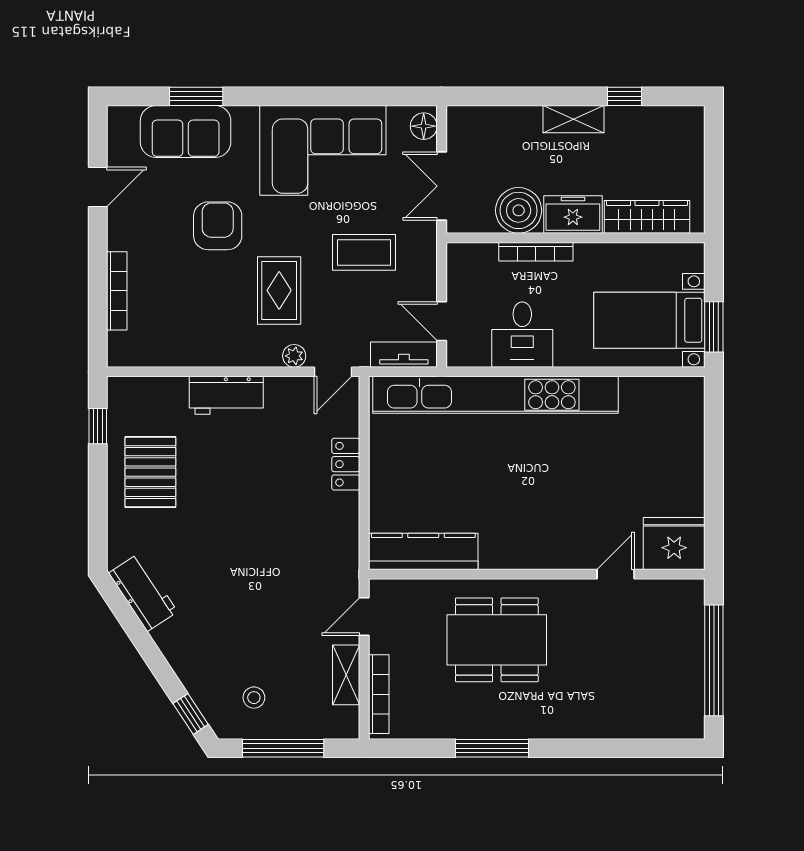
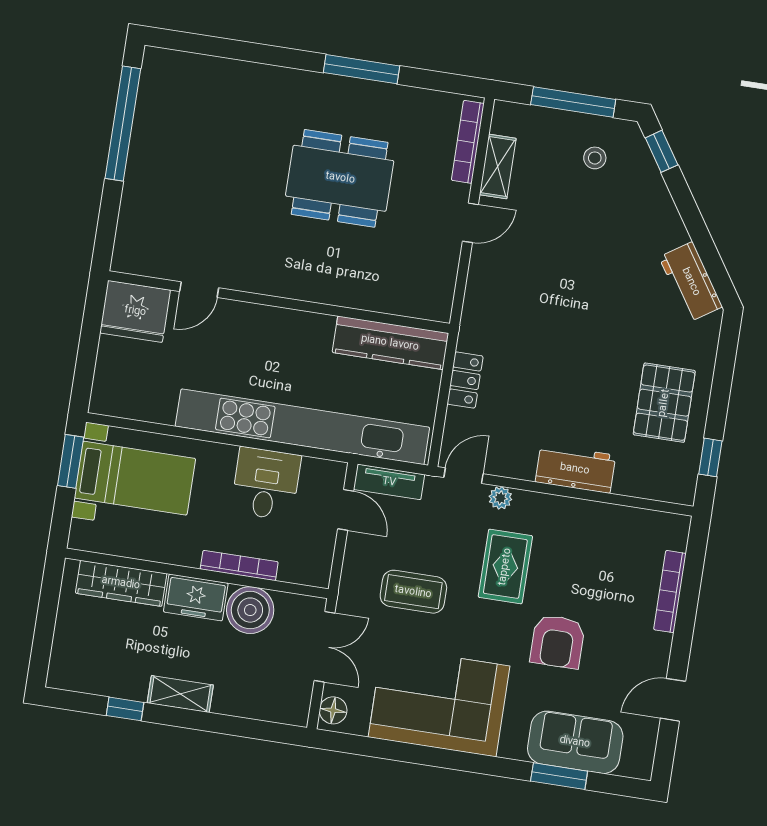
fridge: (674, 544) -> (135, 311), moved
kitchen counter: (423, 551) -> (390, 343), moved
wall: (537, 574) -> (279, 302), moved
door: (616, 574) -> (199, 290), moved

